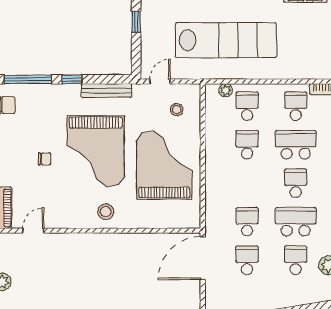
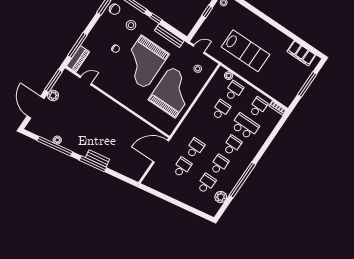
lab bench: (226, 40) -> (246, 51), width x0.73
stool: (106, 212) -> (131, 25), moved
school desk: (296, 222) -> (219, 164), width x0.54

